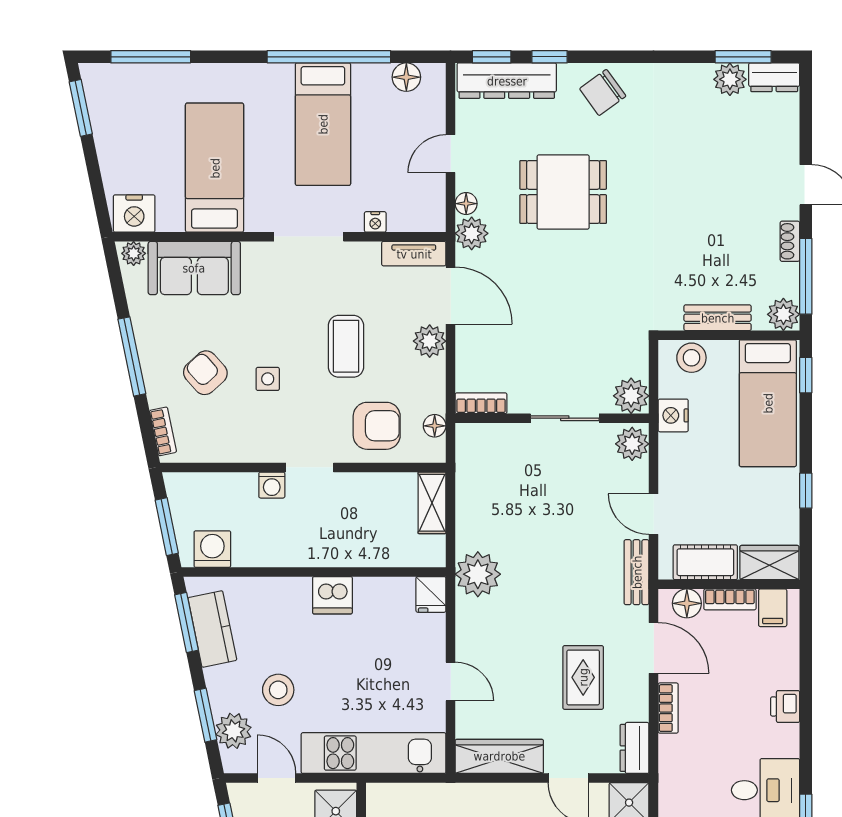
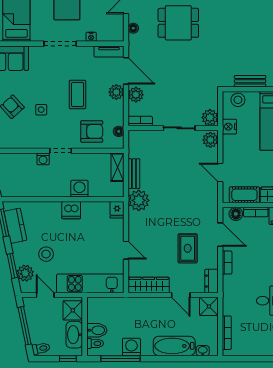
plant: (472, 233) -> (136, 95), moved
washing machine: (212, 549) -> (79, 189), moved
bench: (637, 572) -> (134, 174), moved

